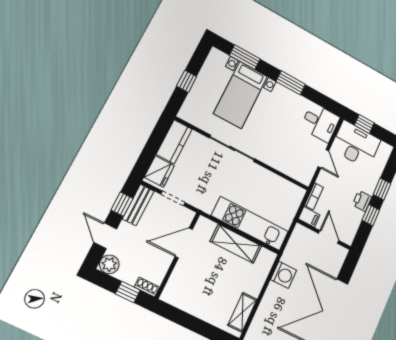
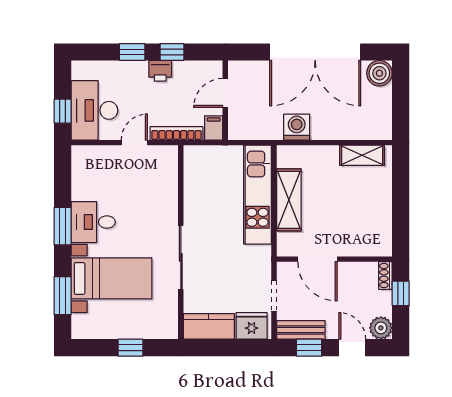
desk: (320, 122) -> (93, 222), moved, turned -90
bookcase: (314, 196) -> (176, 133), width x1.56
door: (105, 236) -> (352, 348), swing flipped

